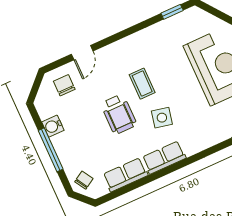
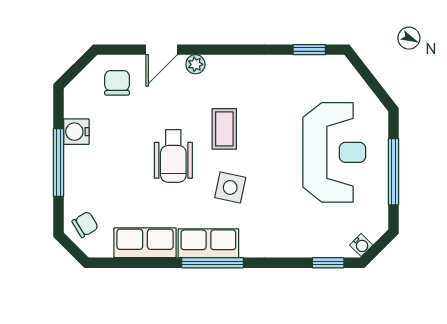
plant: (107, 52) -> (195, 64), added
window: (172, 168) -> (212, 263), added

